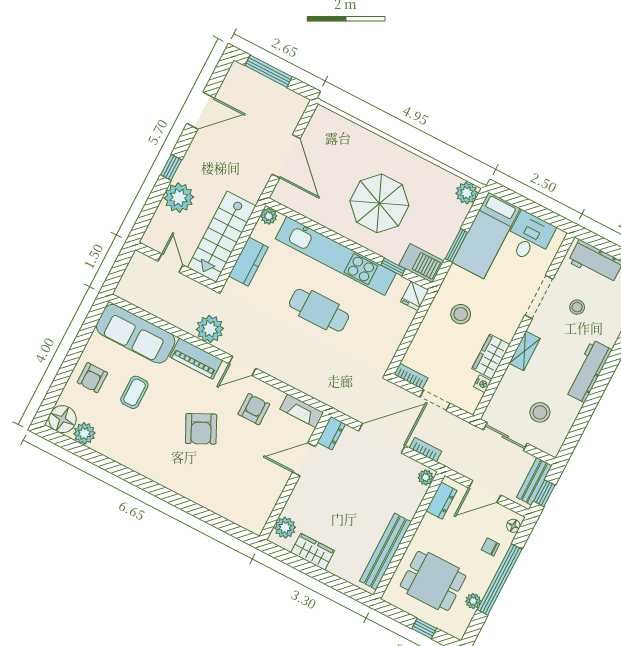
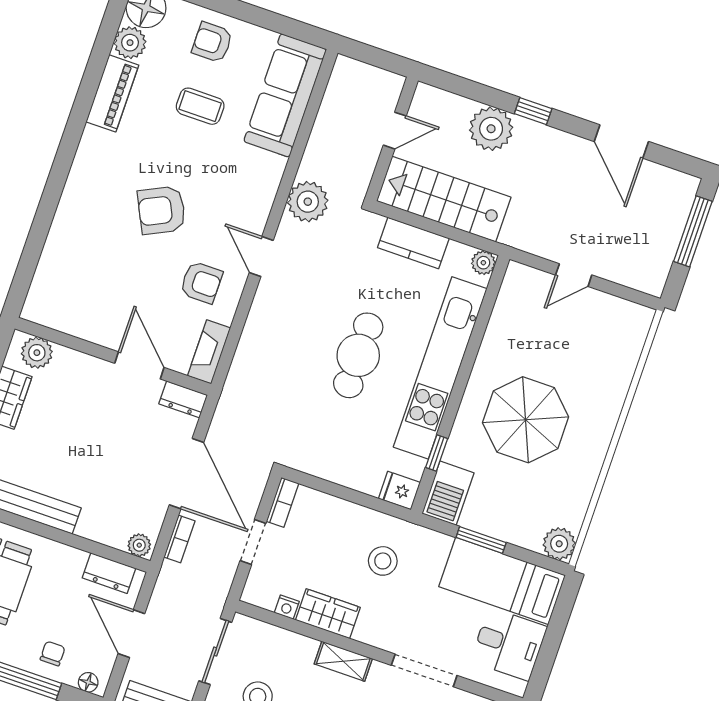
door: (286, 156) -> (574, 275), width x0.53
piano: (196, 359) -> (112, 93), moved, turned 180

